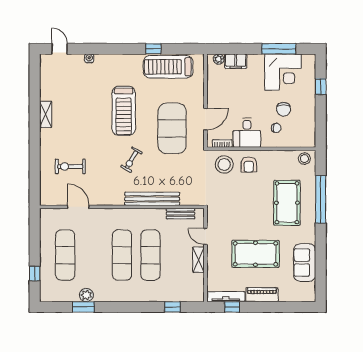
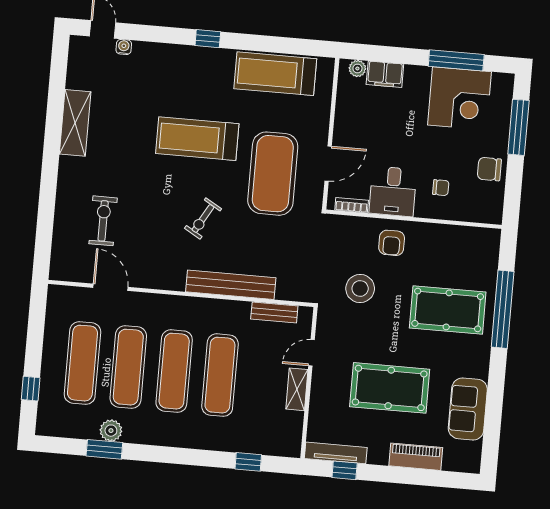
window: (153, 49) -> (208, 39), moved
water cooler: (89, 58) -> (124, 47), moved
window: (321, 87) -> (518, 127), width x2.17
chair: (284, 109) -> (489, 169), moved, turned 90
treadmill: (124, 111) -> (197, 139), turned 90
shelving: (46, 114) -> (75, 123), width x1.50, depth x1.33
stool: (304, 159) -> (482, 241), removed
stool: (224, 164) -> (360, 288), moved
exercise bike: (70, 166) -> (103, 221), turned 90
pool table: (287, 203) -> (448, 310), turned 90
door: (206, 236) -> (312, 353), hinge flipped
exercise mat: (94, 255) -> (128, 367), added
piano: (262, 295) -> (416, 457), moved

